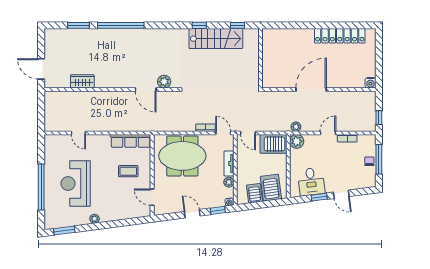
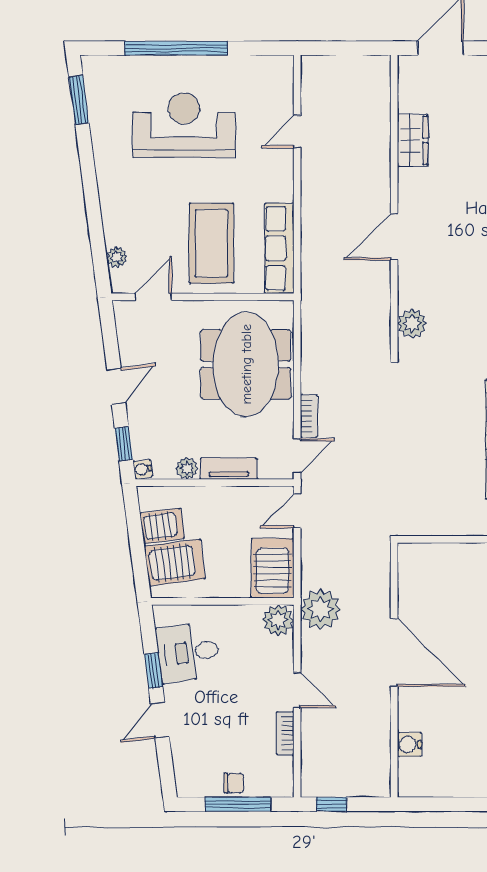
water cooler: (370, 83) -> (409, 745), moved
door: (146, 90) -> (394, 237), moved
plant: (296, 127) -> (321, 609), width x1.88, depth x1.88
coffee table: (128, 171) -> (211, 243), width x1.86, depth x1.72
plant: (95, 219) -> (117, 257), moved

